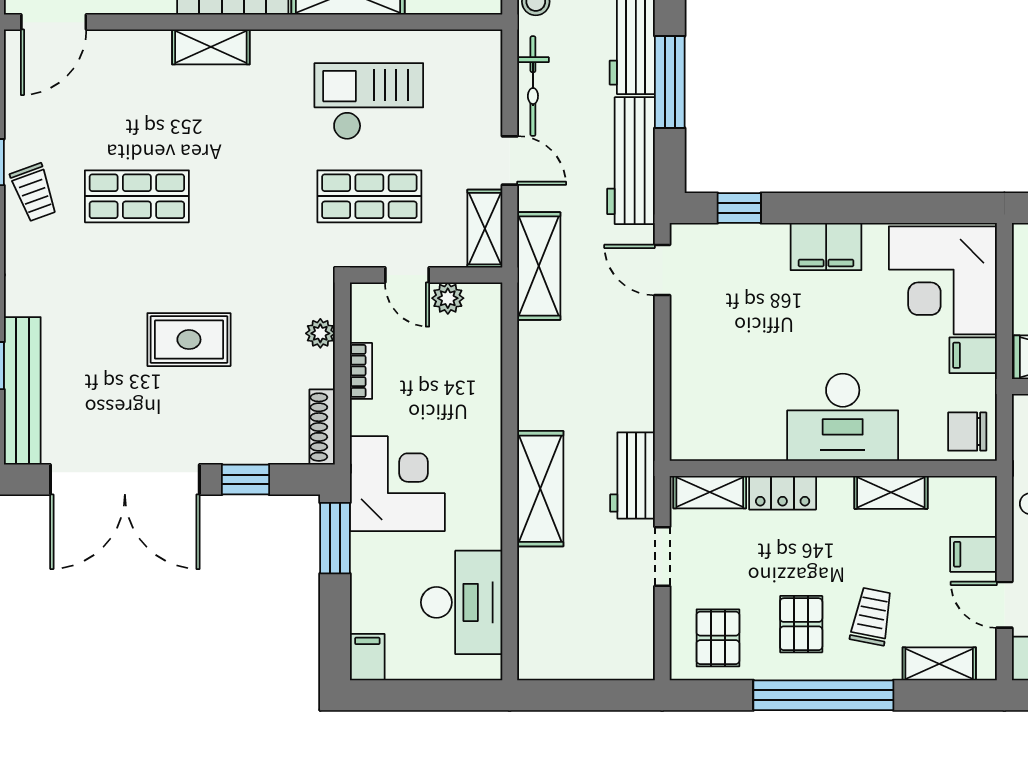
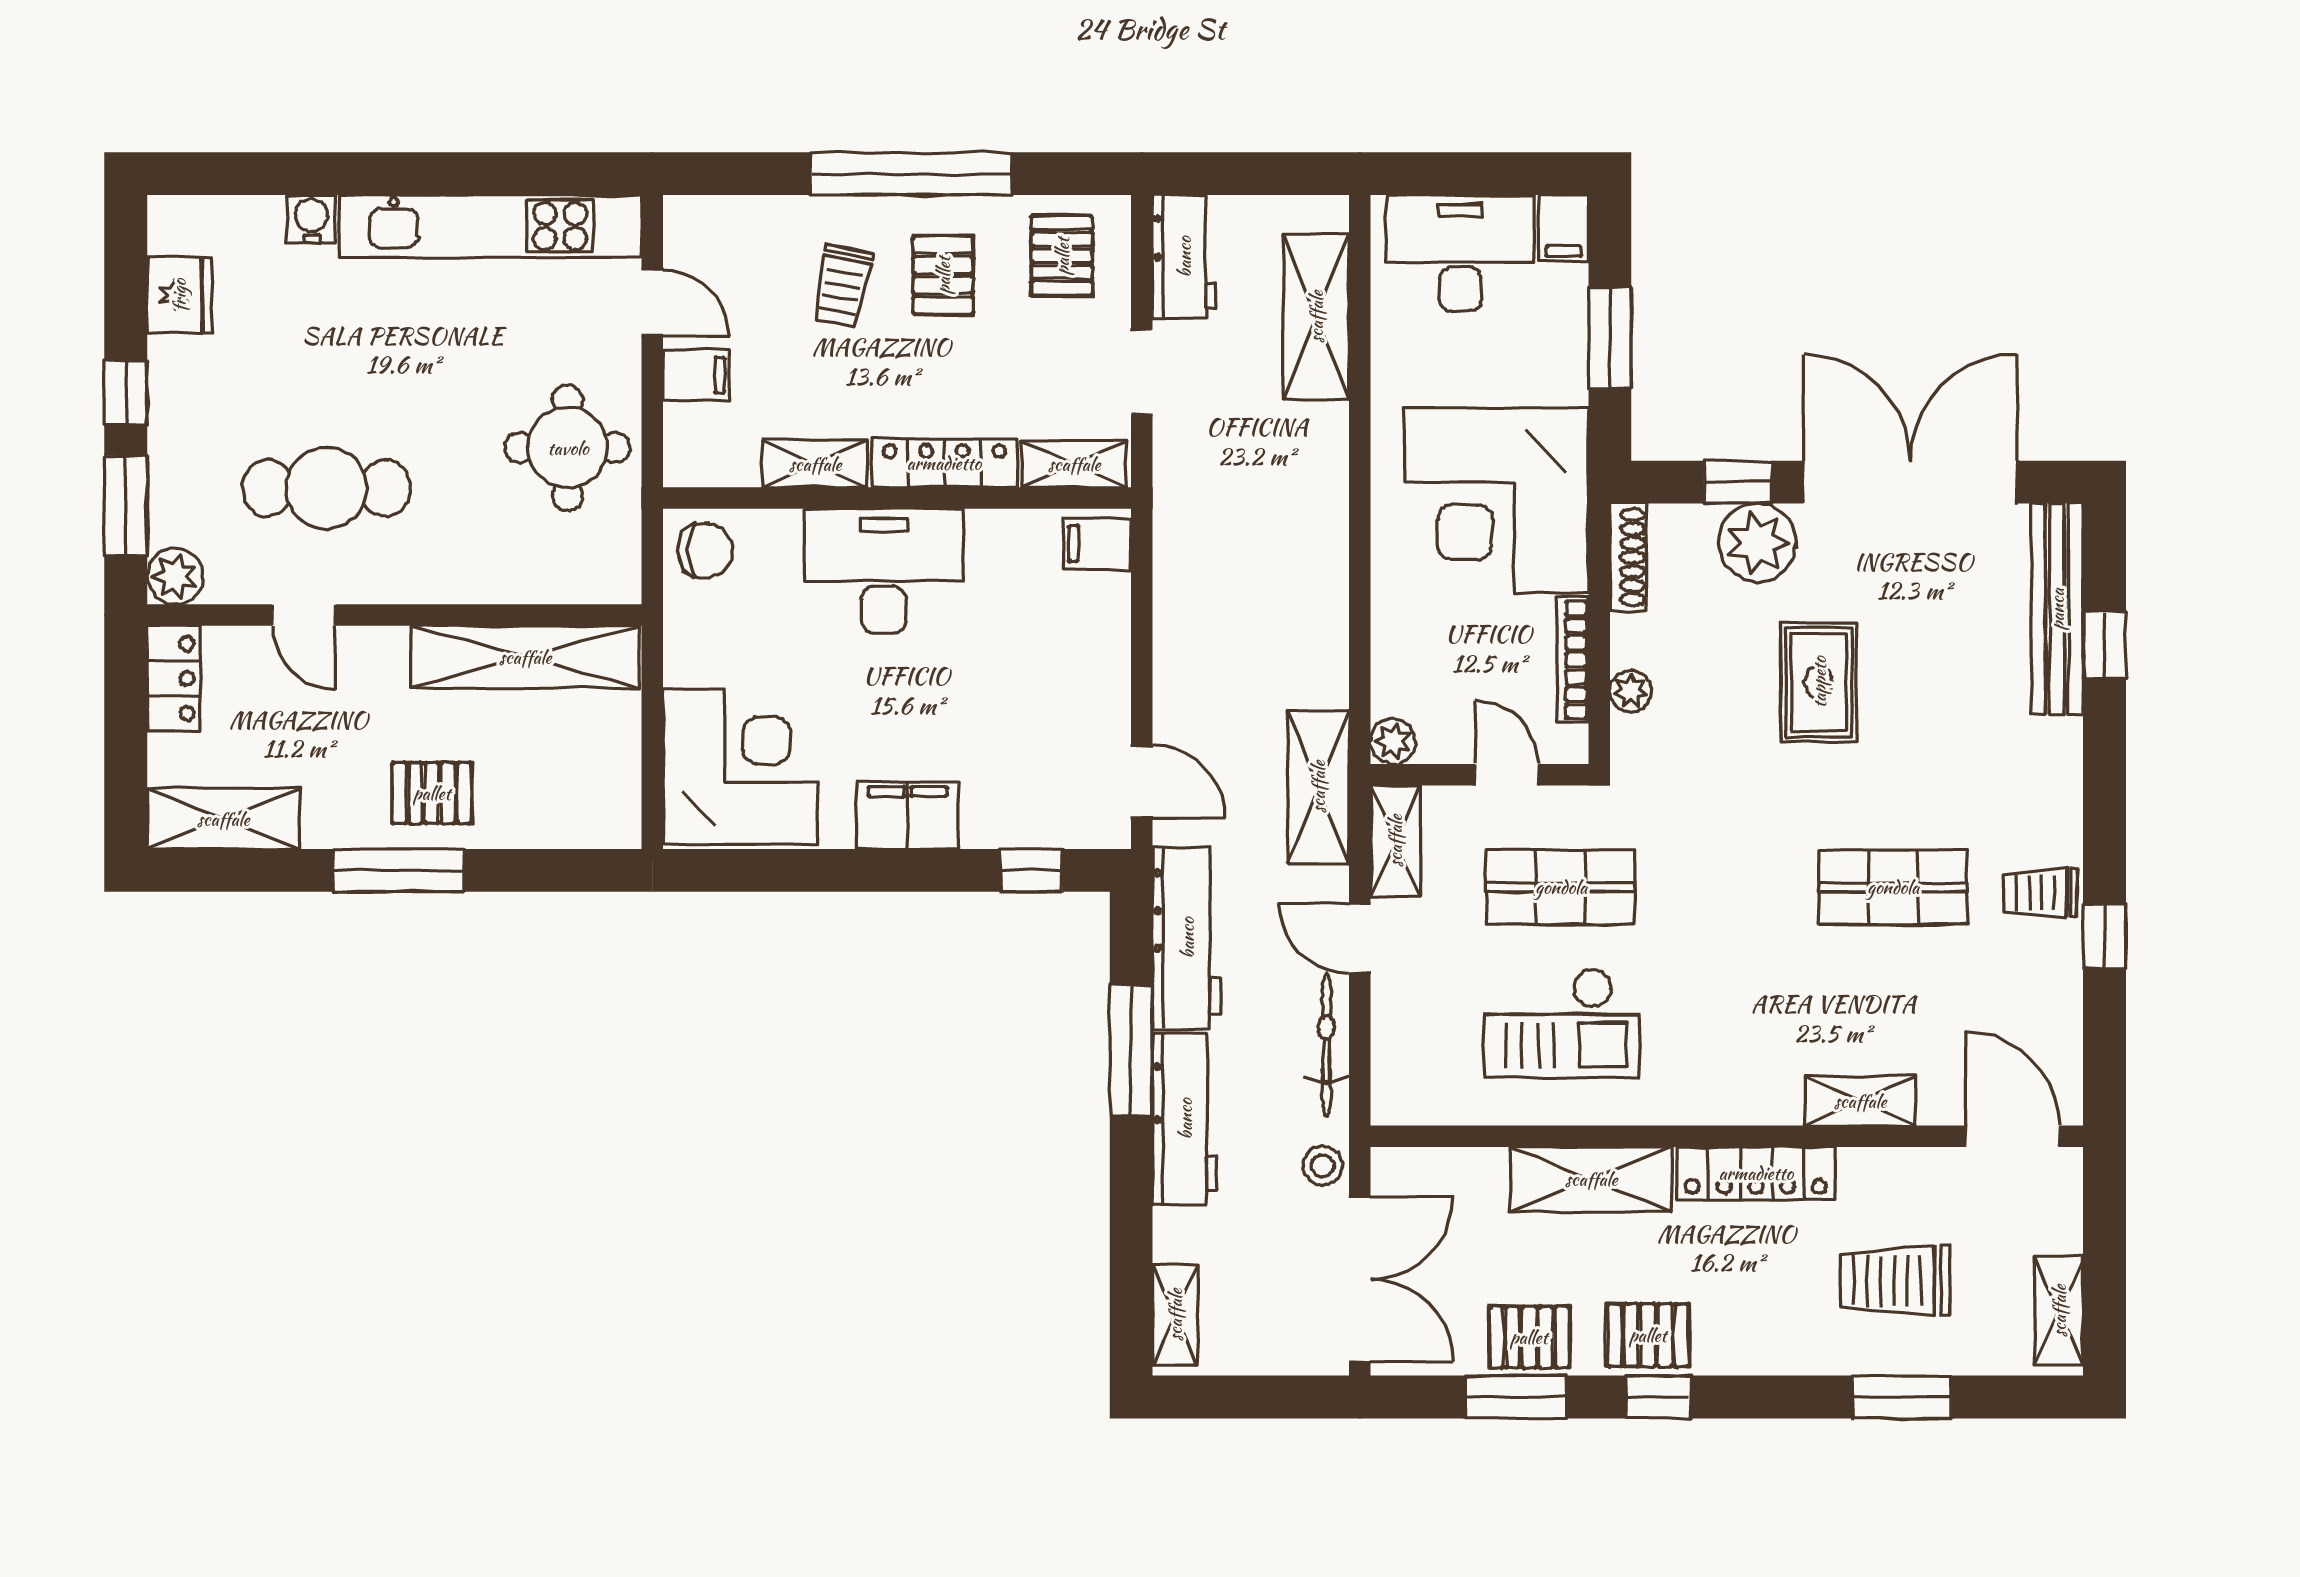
door: (54, 22) -> (2012, 1136), hinge flipped
shelving: (211, 47) -> (1860, 1101), moved
trolley: (34, 192) -> (2040, 893), turned -70
plant: (448, 298) -> (1393, 741), moved
rug: (189, 340) -> (1819, 682), turned 90
filing cabinet: (973, 355) -> (1097, 544), moved, turned 180
bookcase: (361, 371) -> (1572, 660), width x1.56
plant: (232, 437) -> (1757, 543), added
workbench: (632, 475) -> (1184, 257), moved
corner desk: (397, 484) -> (1496, 501), width x1.36, depth x1.36
shelving: (540, 489) -> (1316, 317), moved
locker: (783, 493) -> (944, 463), width x1.53
window: (335, 538) -> (1610, 338), moved
desk: (462, 602) -> (1460, 253), moved, turned 90
shelving: (939, 664) -> (746, 218), removed

